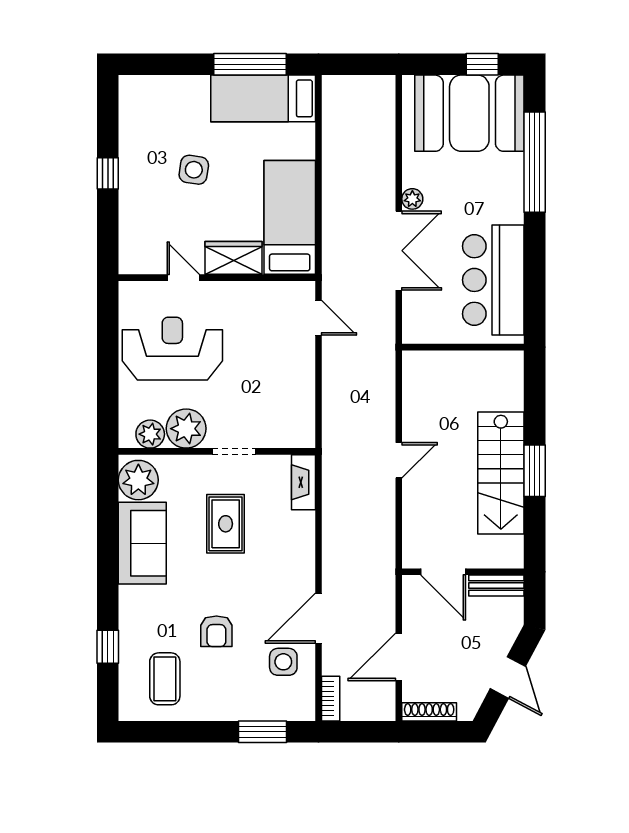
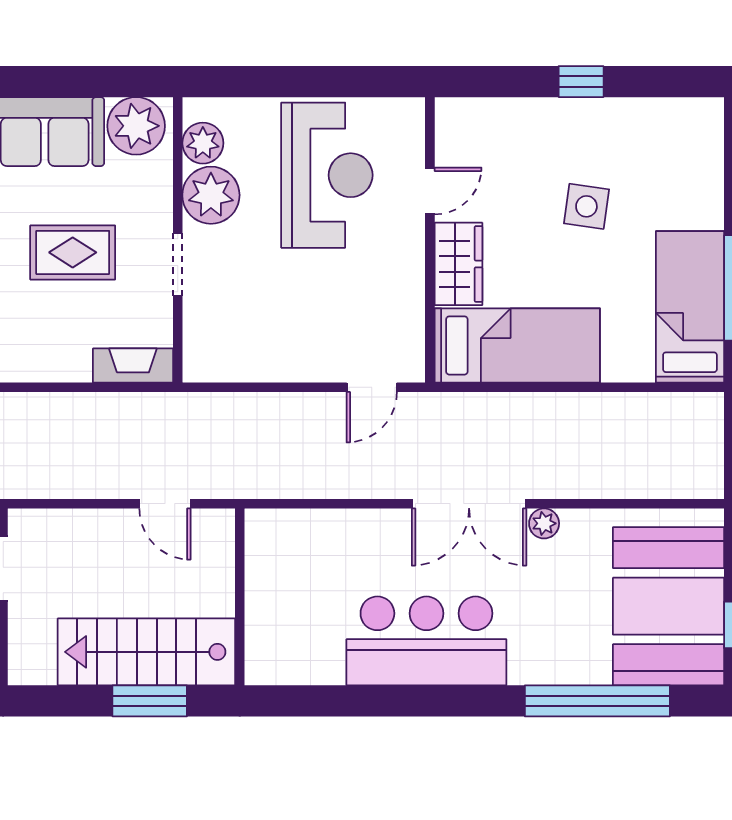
wall: (463, 347) -> (240, 597), moved

